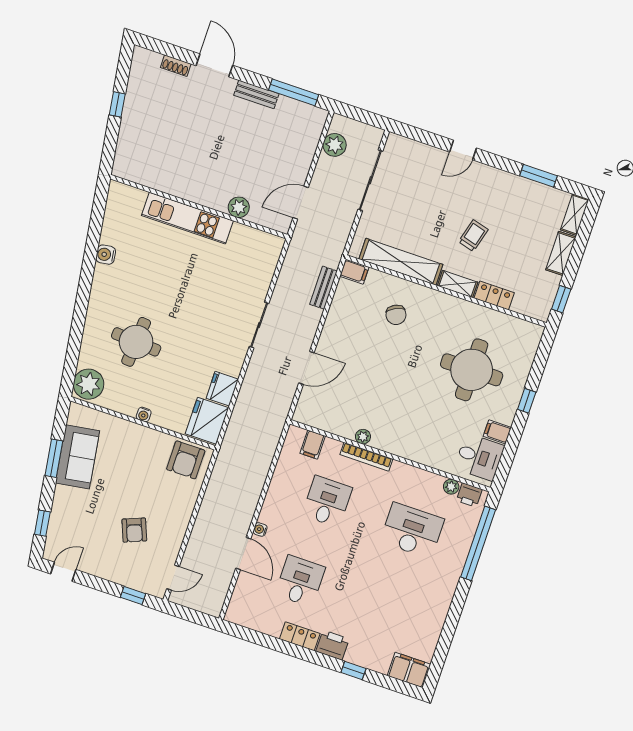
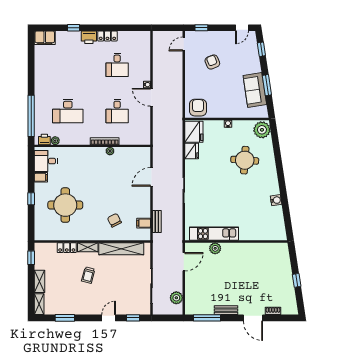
window: (421, 136) -> (133, 318), added
kitchen unit: (187, 218) -> (214, 234), moved
filing cabinet: (354, 272) -> (144, 223), moved
filing cabinet: (313, 445) -> (135, 138), removed
door: (243, 553) -> (152, 97), moved

